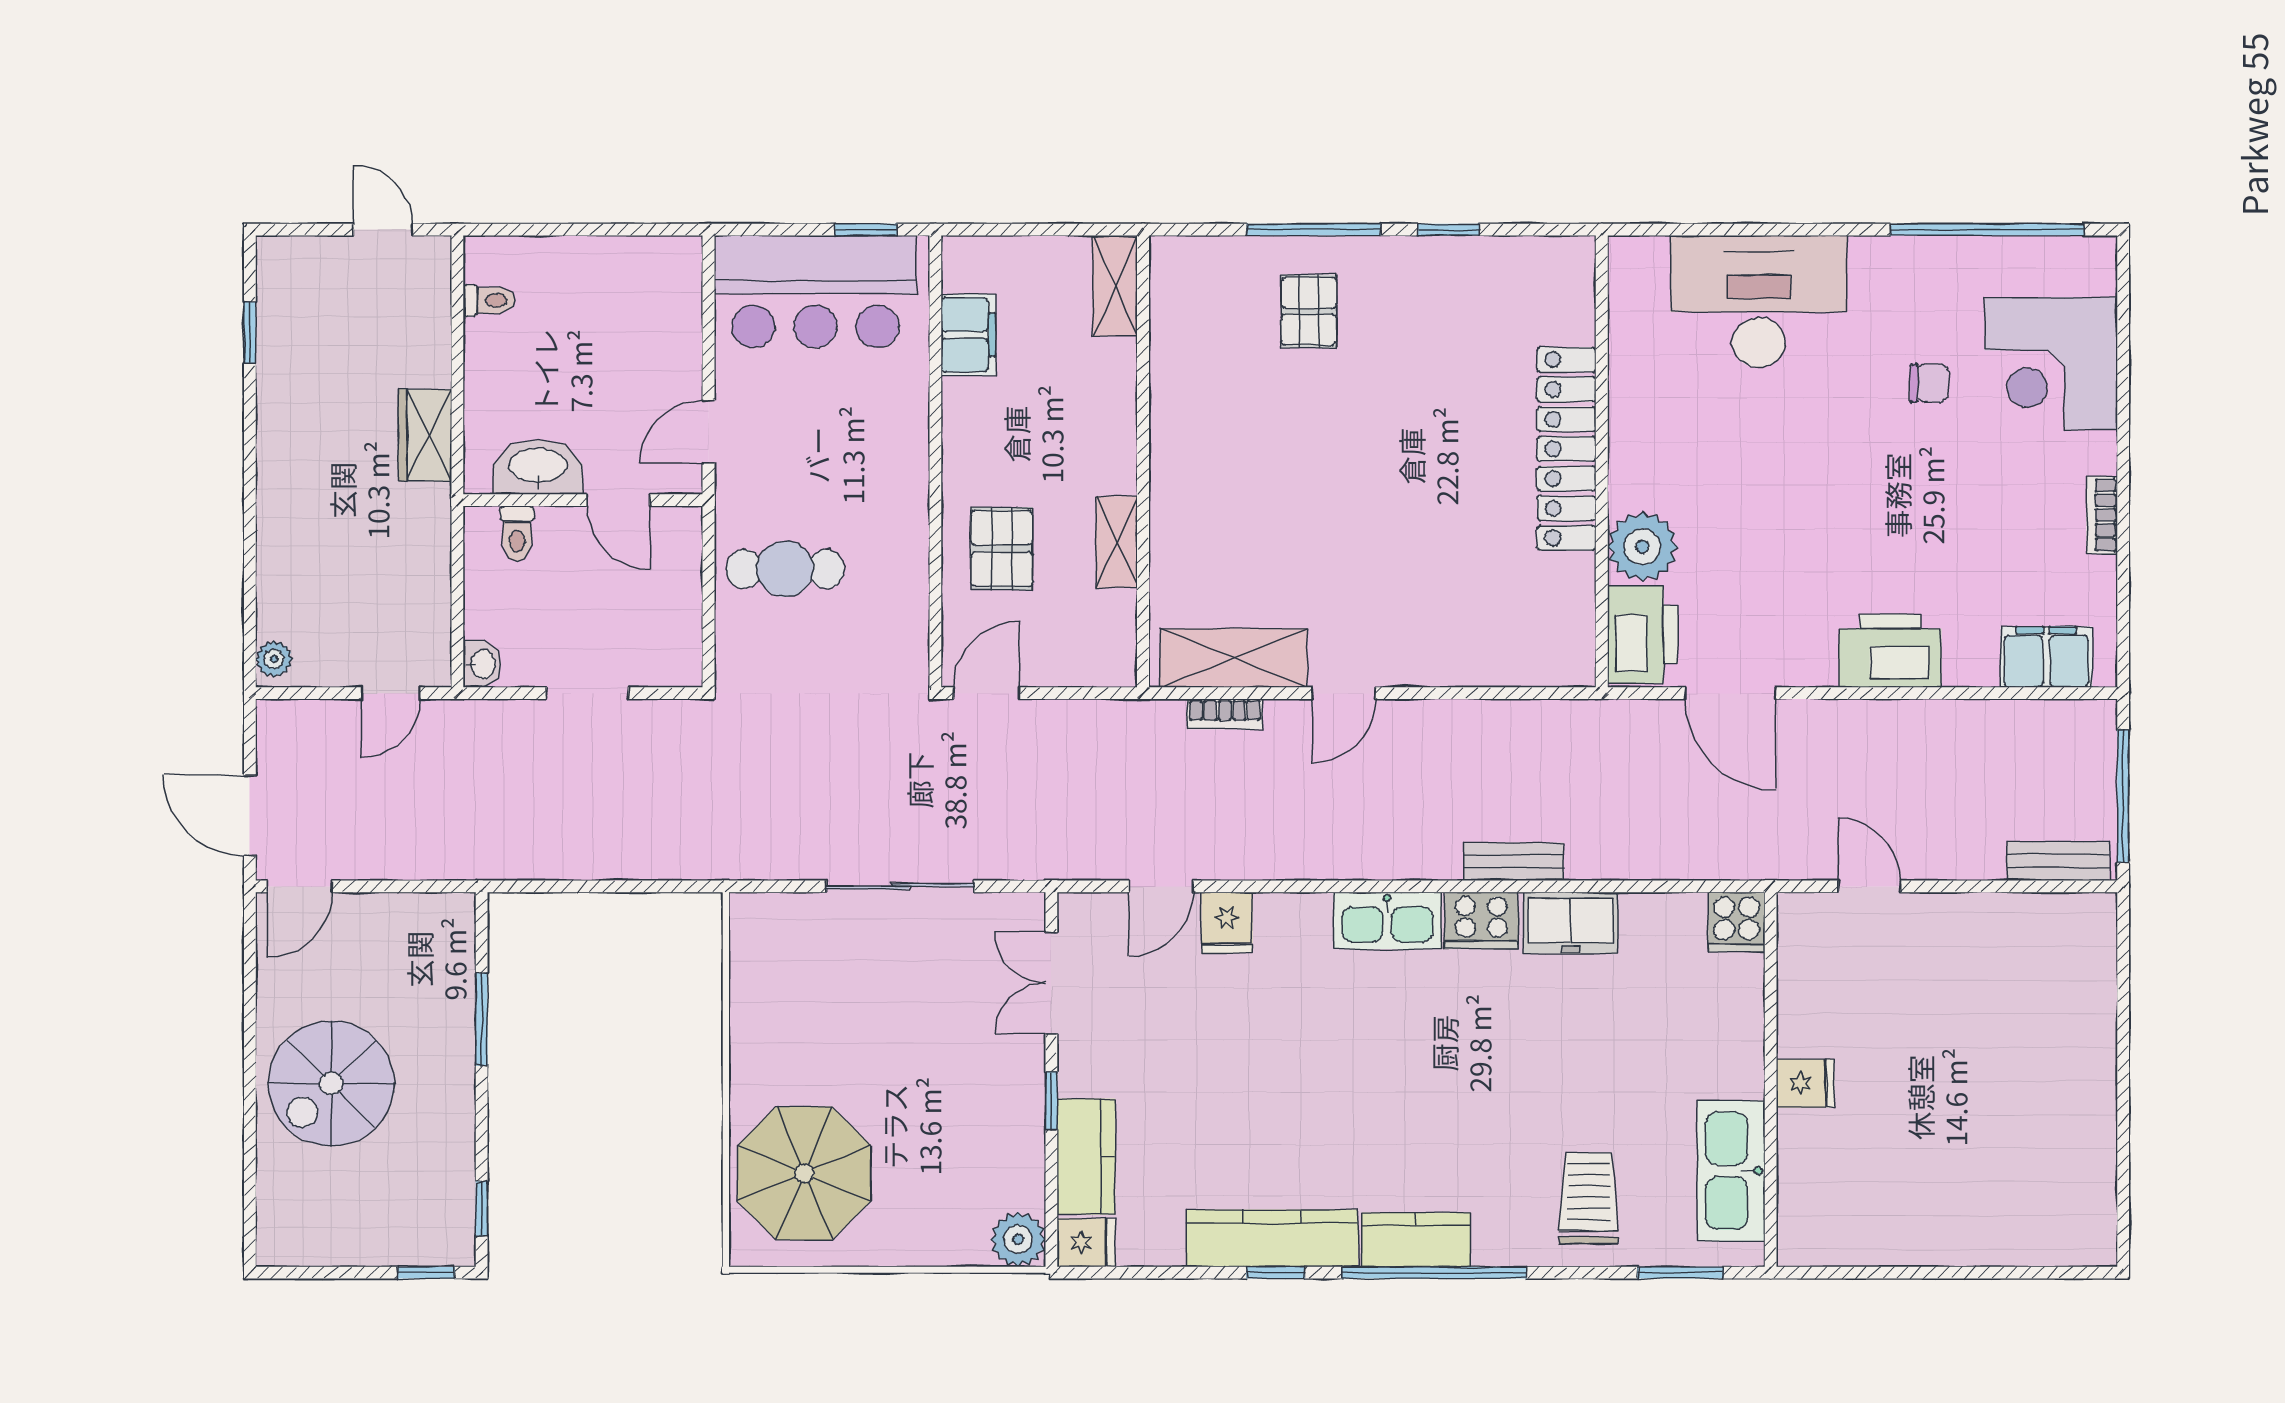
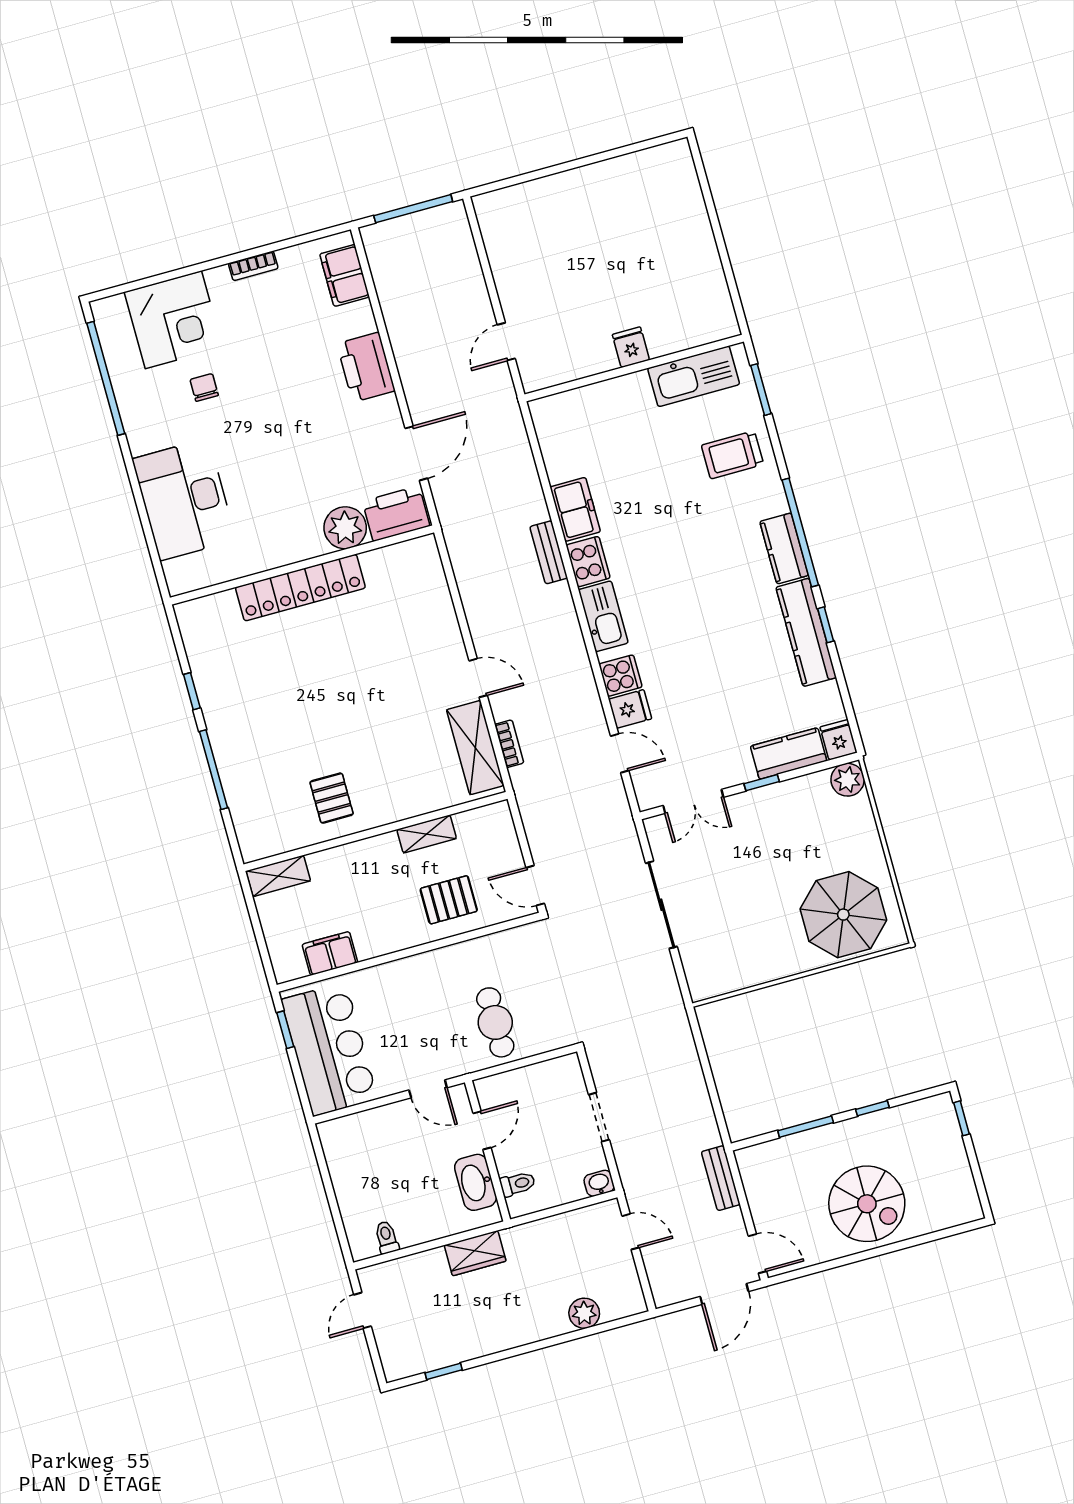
pallet: (1309, 311) -> (332, 798), moved, turned 90
plant: (274, 659) -> (584, 1313), moved, width x1.38, depth x1.38
bench: (2058, 861) -> (721, 1178), moved
cooker: (1737, 922) -> (620, 676), moved
window: (482, 1209) -> (872, 1108), moved

